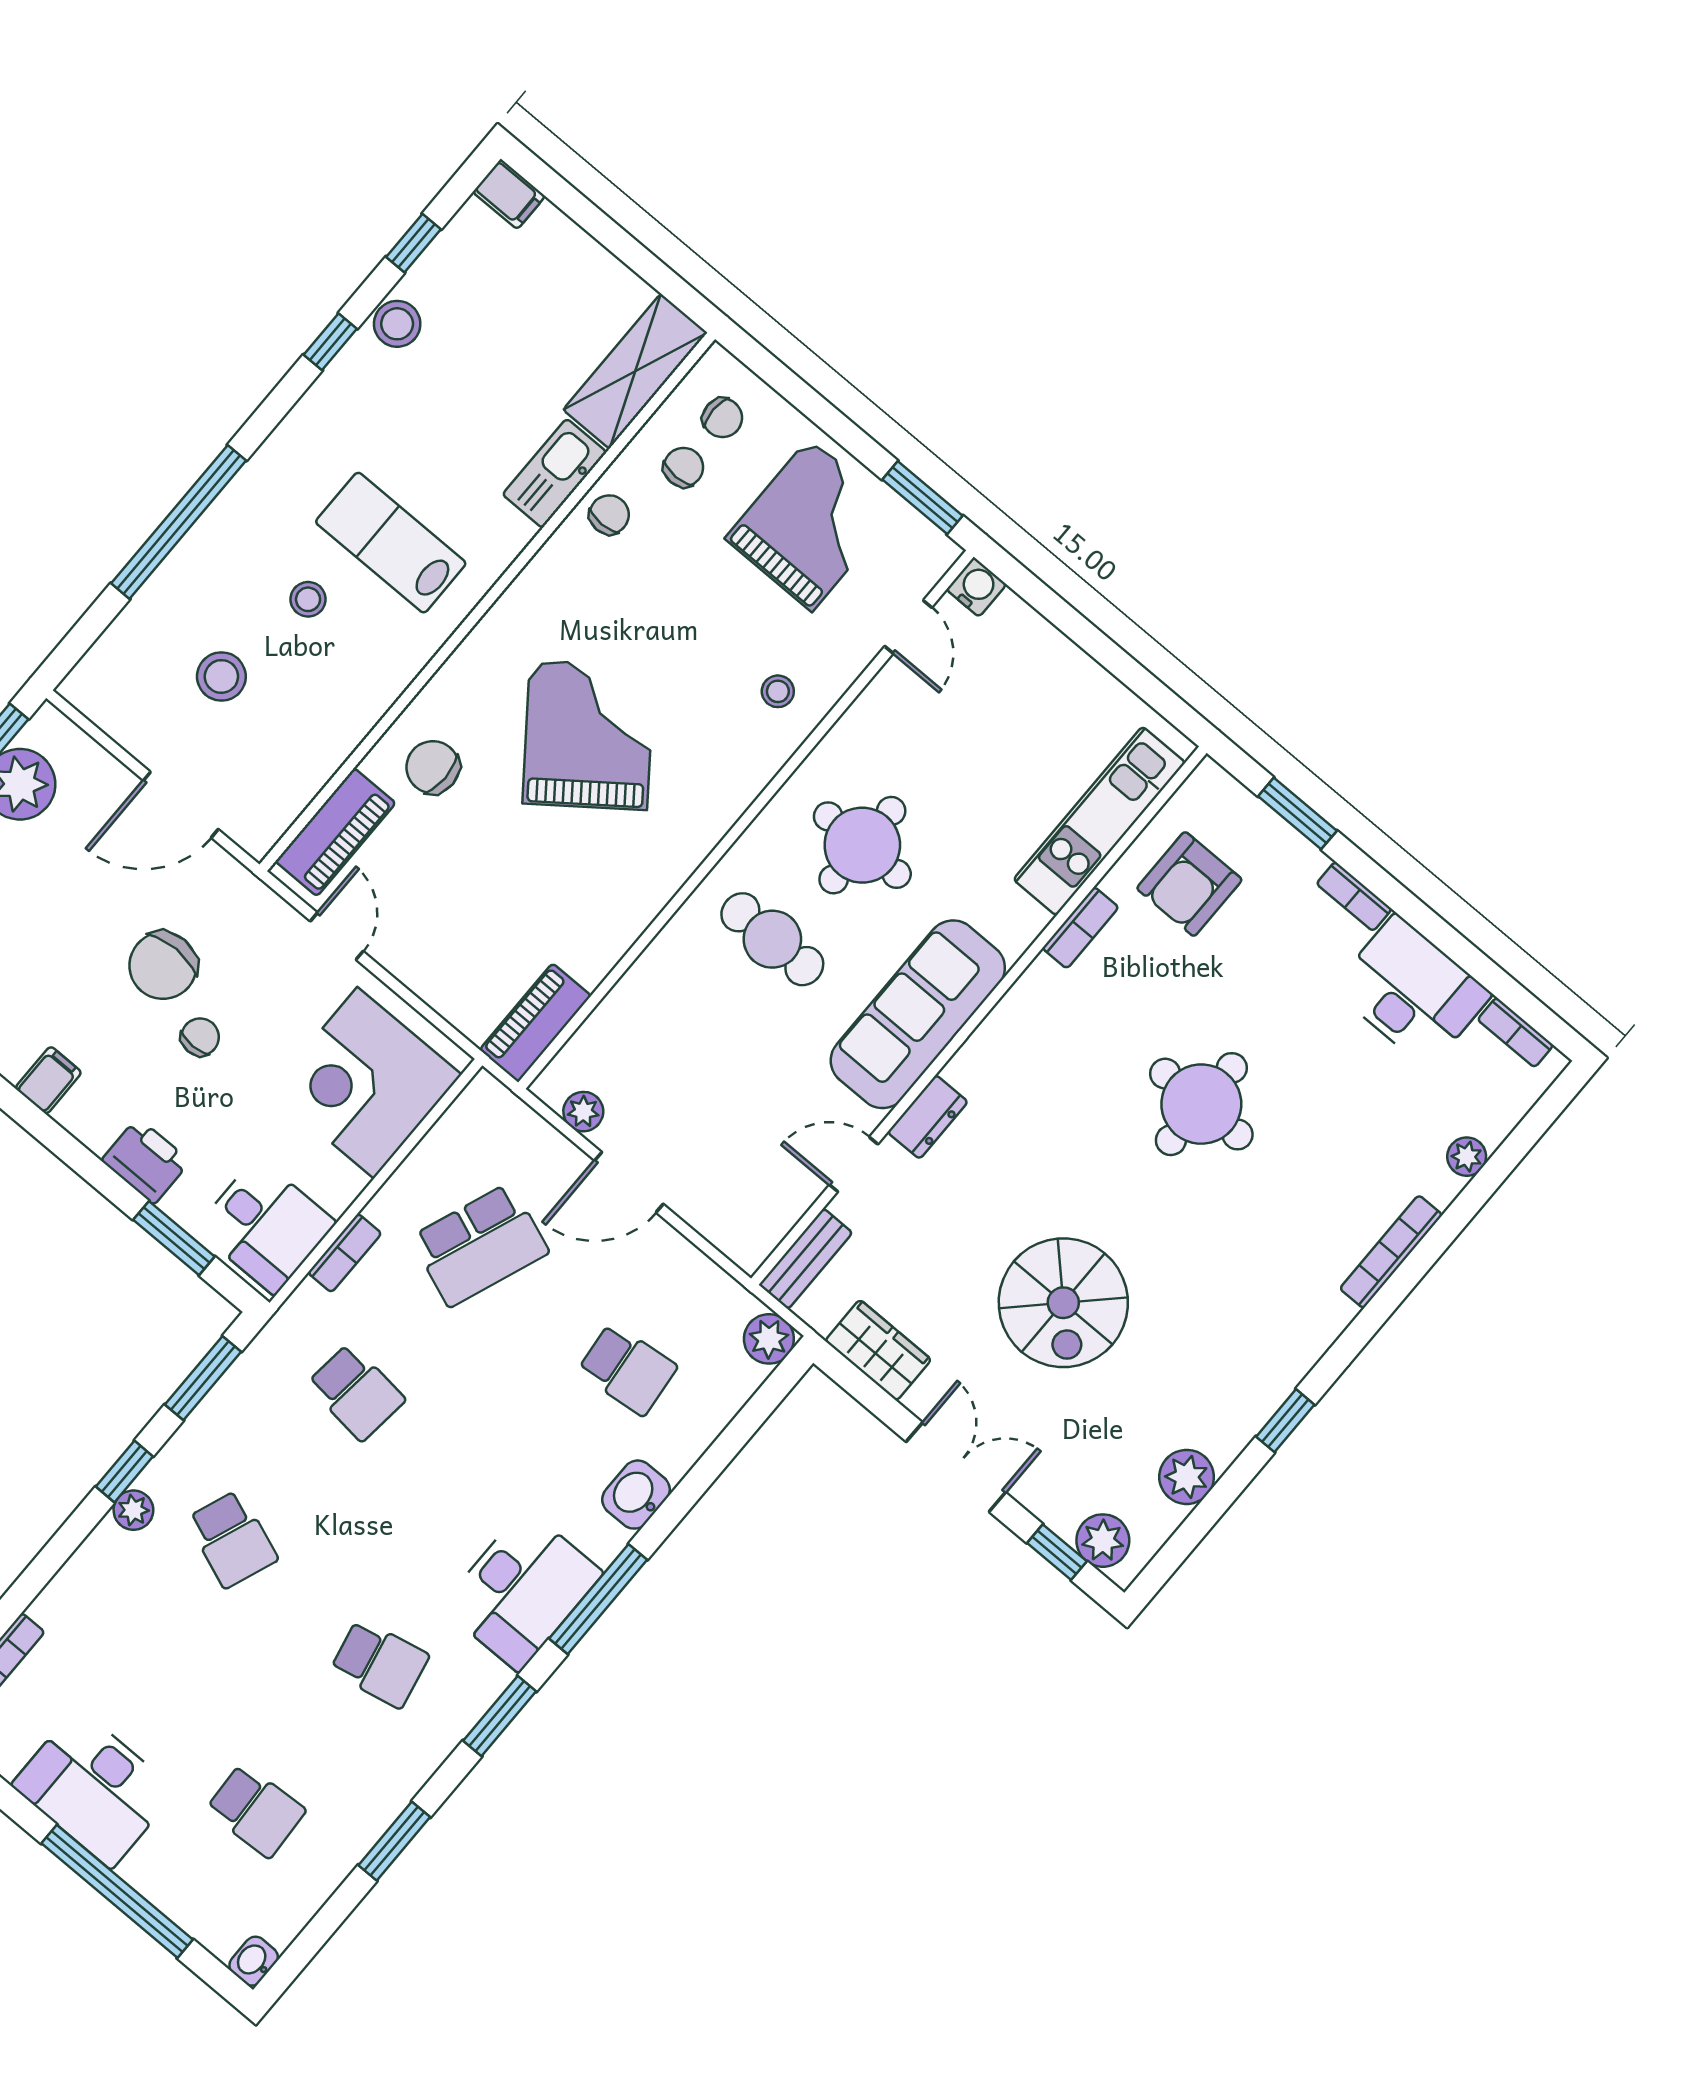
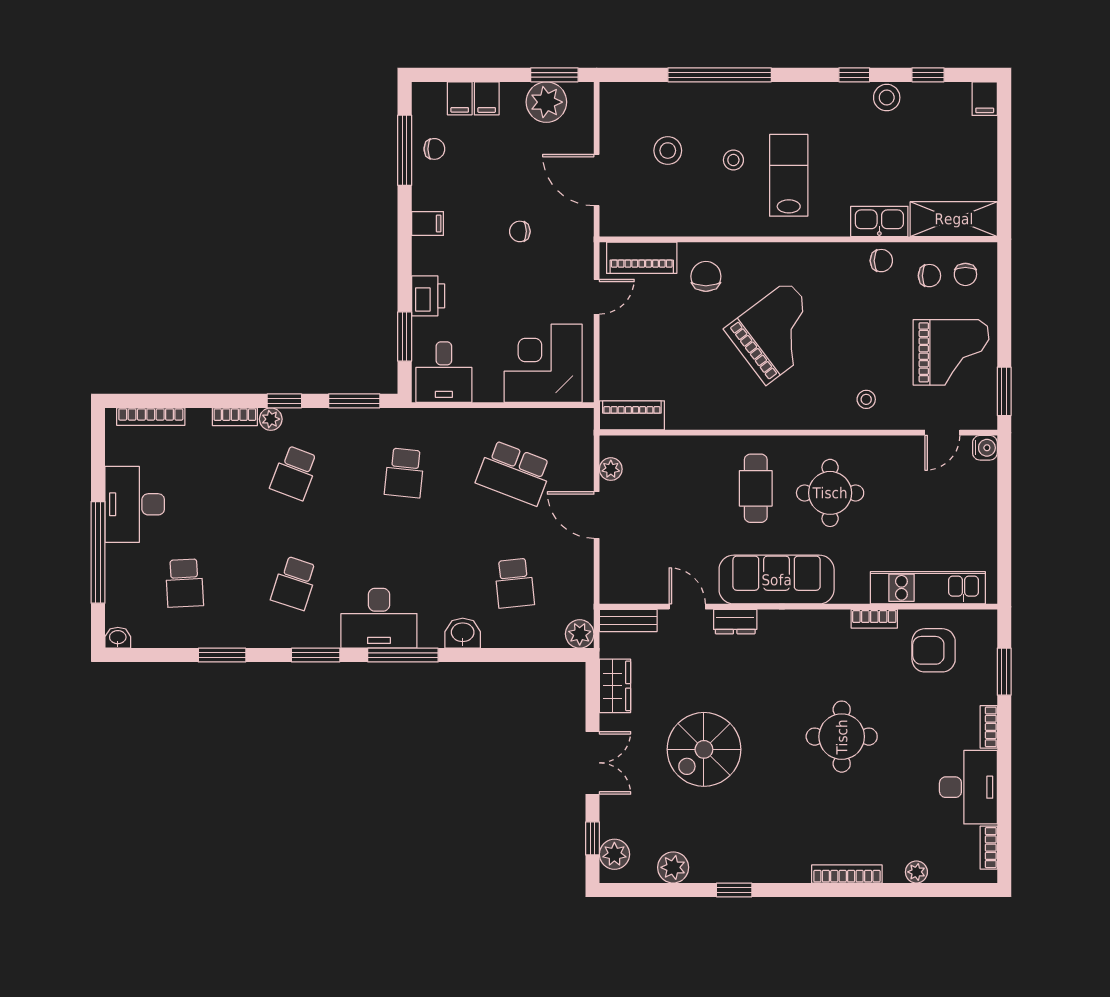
chair: (163, 966) -> (520, 231), width x0.54, depth x0.54
chair: (200, 1037) -> (502, 274), removed
bookcase: (345, 1253) -> (235, 417), moved
school desk: (379, 1663) -> (294, 583), turned 30

